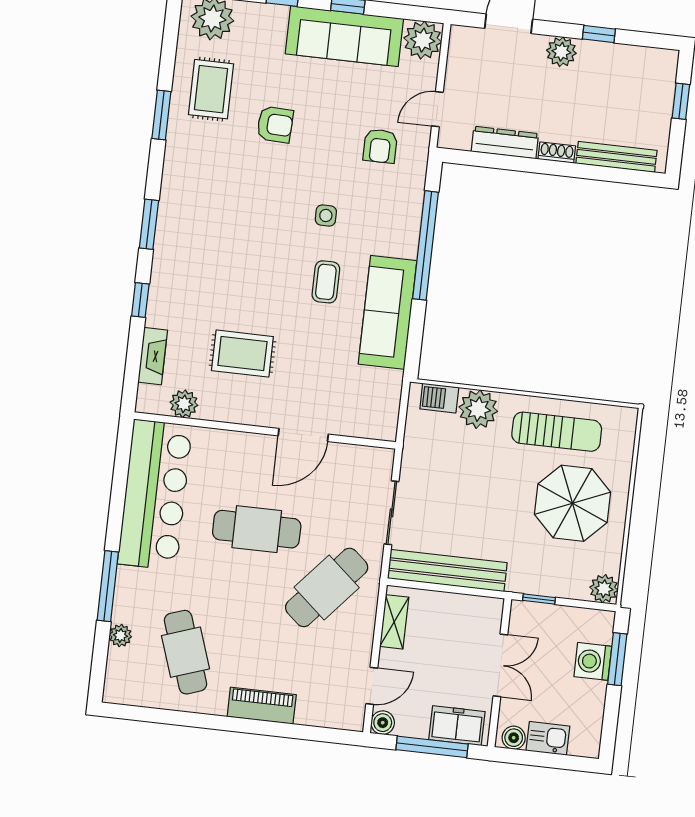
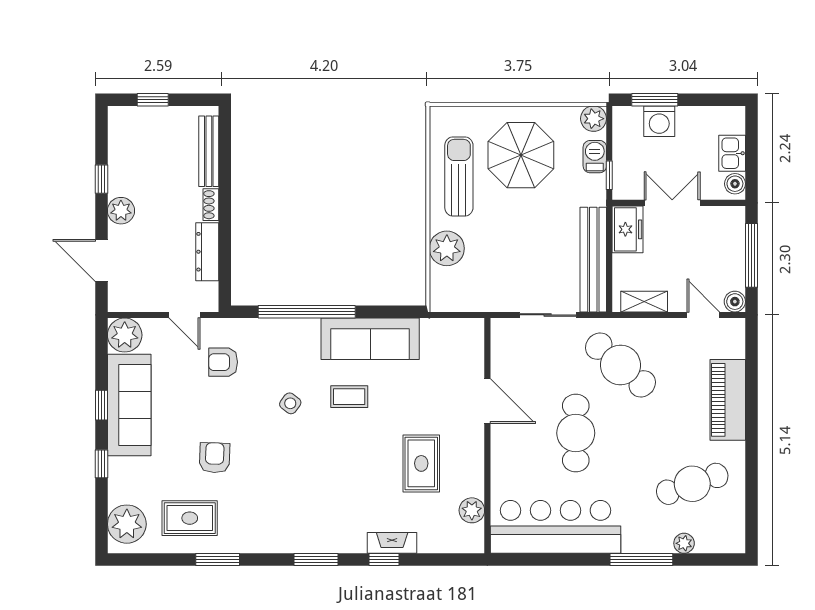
armchair: (380, 146) -> (223, 362), turned 180
side table: (326, 216) -> (290, 403), turned 37
fireplace: (153, 356) -> (392, 543), moved
barbecue: (439, 398) -> (595, 157), moved, turned 180
piano: (262, 706) -> (728, 400), width x1.37, depth x1.33
freezer: (457, 726) -> (628, 229), moved, turned 180

